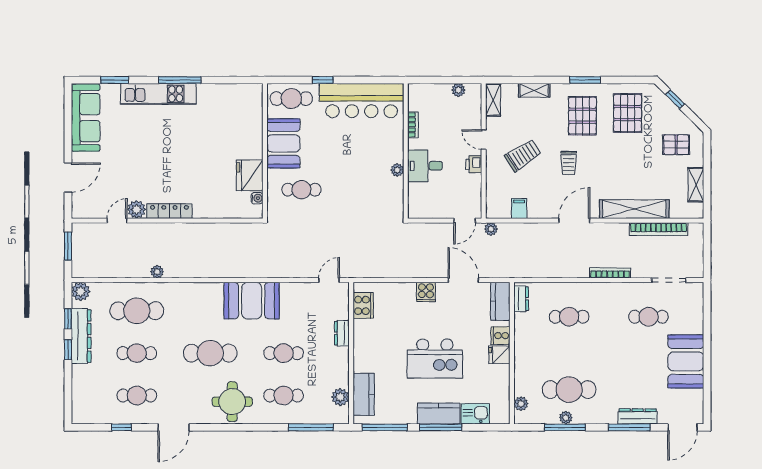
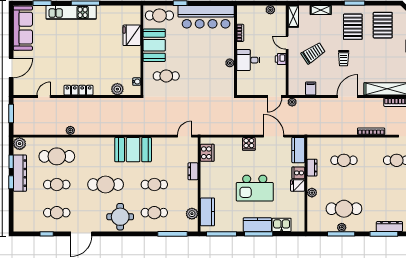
fridge: (250, 175) -> (132, 35), moved
plant: (137, 209) -> (117, 89), moved
dresser: (521, 299) -> (312, 168), moved
plant: (521, 404) -> (312, 193), moved

